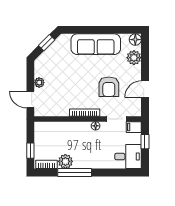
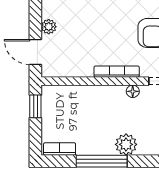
window: (30, 151) -> (35, 106), moved
plant: (65, 161) -> (126, 144), moved

